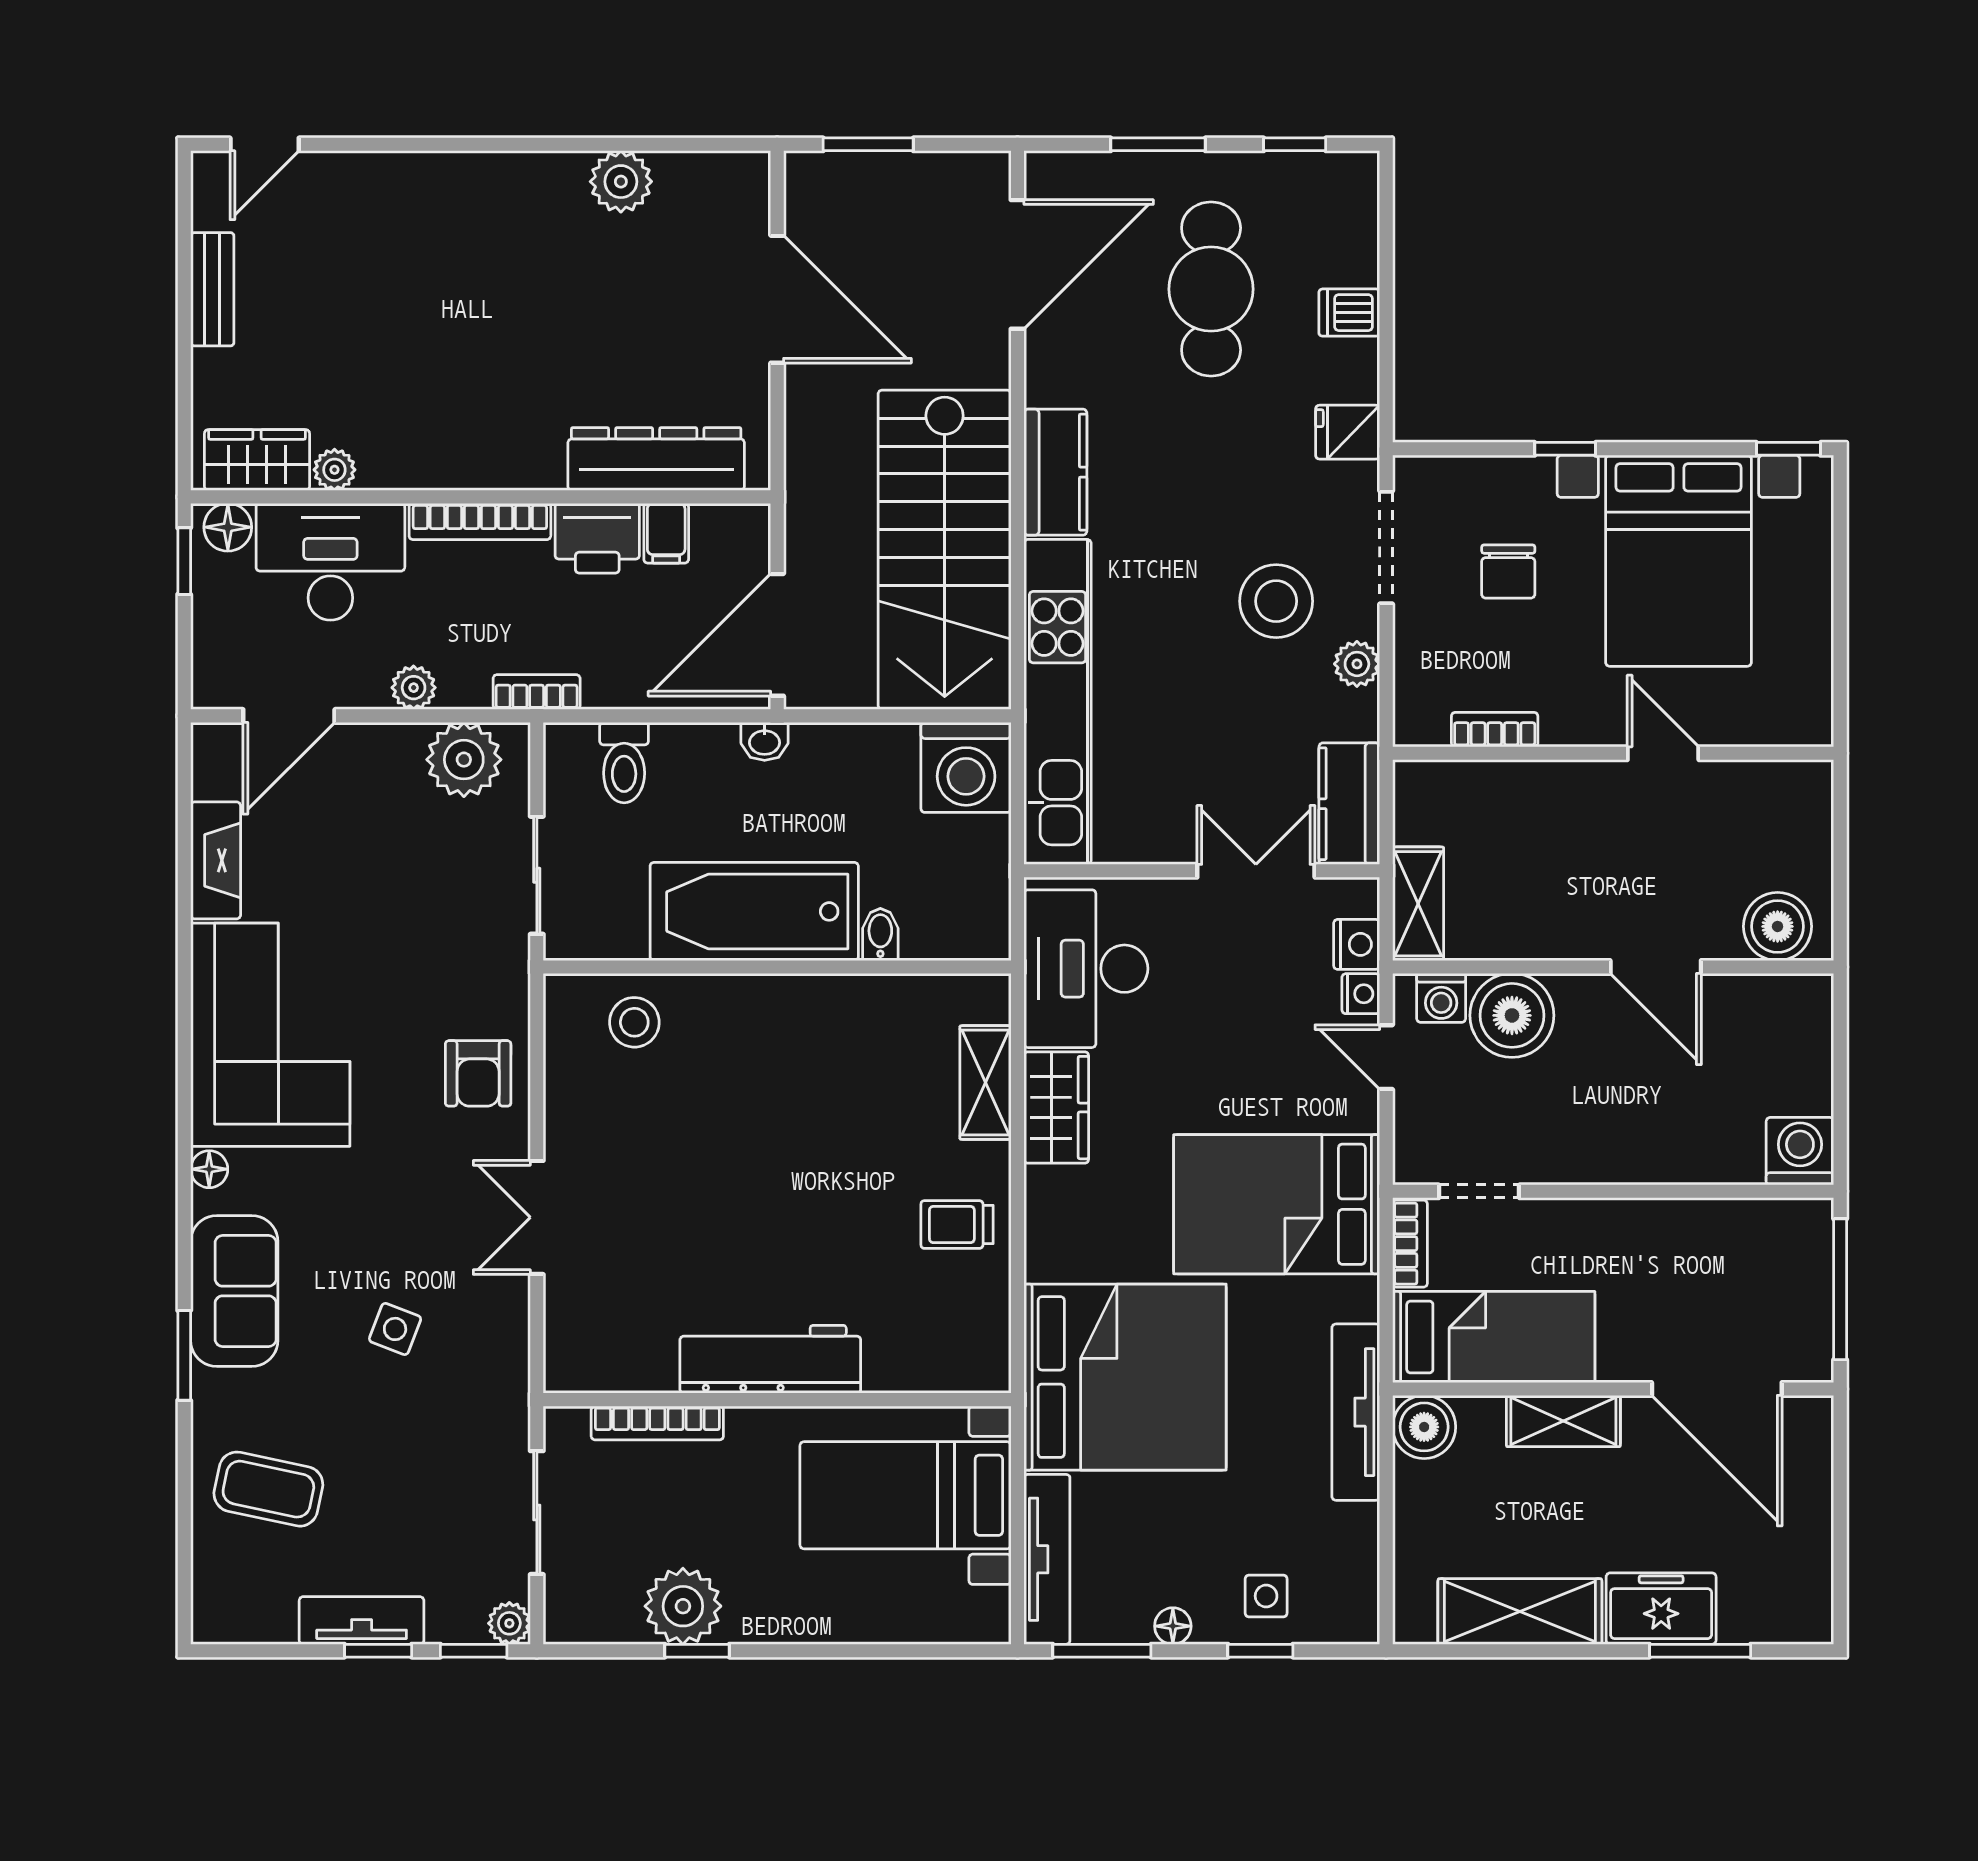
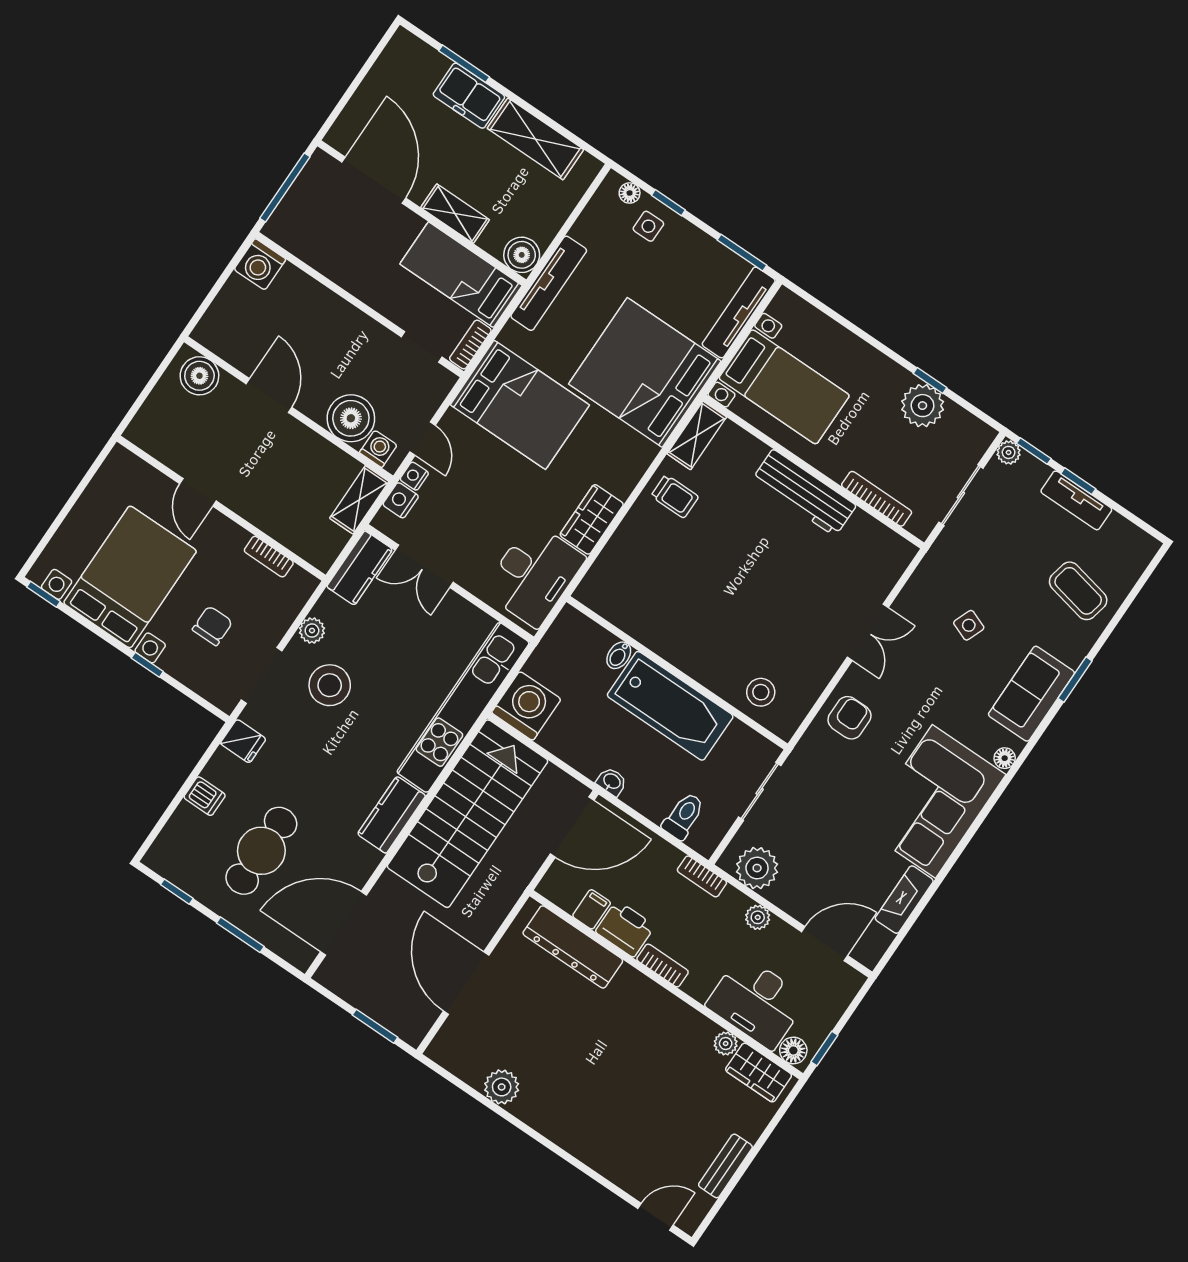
bookcase: (480, 521) -> (663, 966), width x0.64
shelving: (985, 1083) -> (697, 435), moved
floor lamp: (1173, 1626) -> (630, 193), moved

